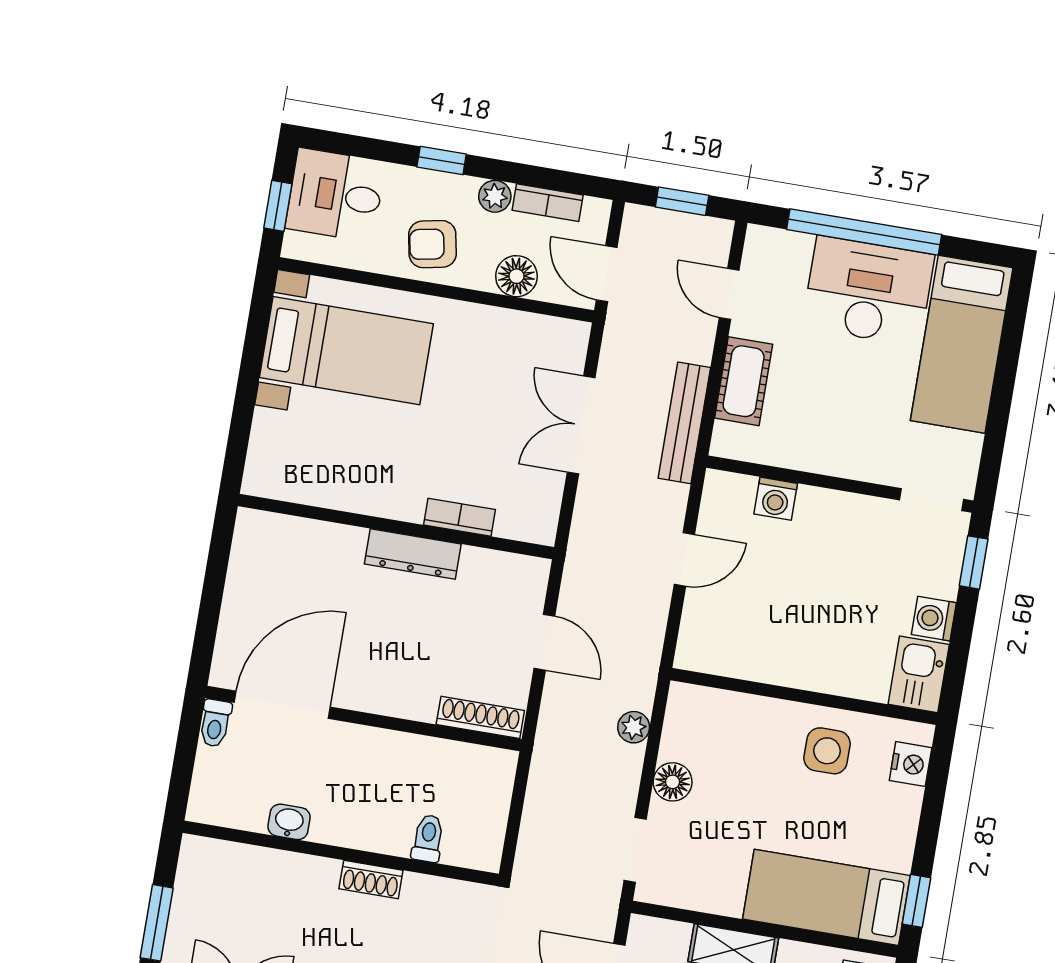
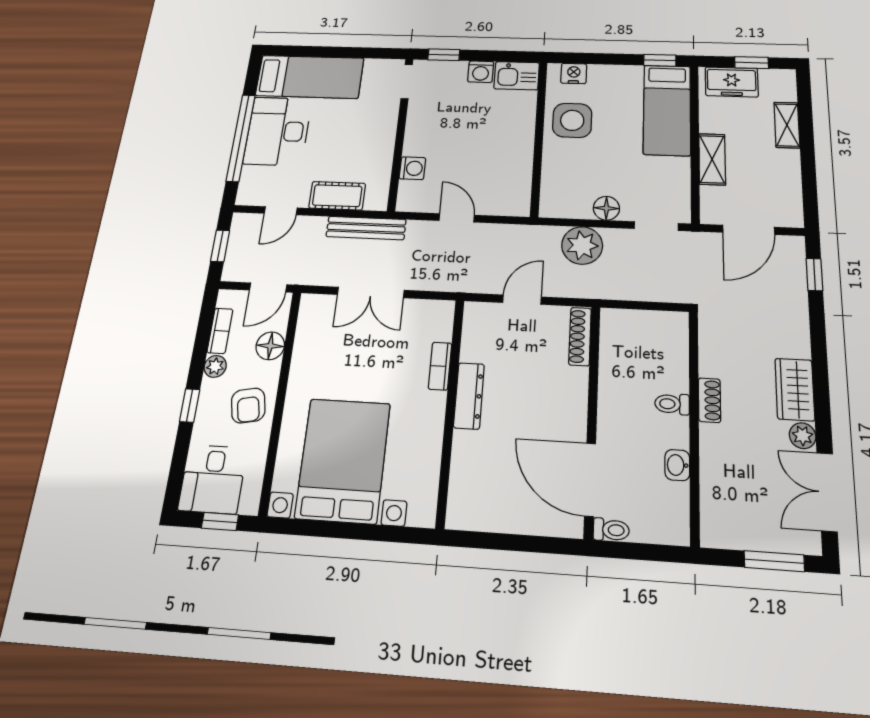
bed with nightstands: (346, 351) -> (343, 460), width x1.36
plant: (634, 727) -> (582, 245), width x1.88, depth x1.88
side table: (827, 751) -> (572, 120), width x1.37, depth x1.37
toilet: (428, 838) -> (672, 404), moved

